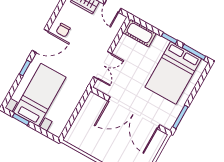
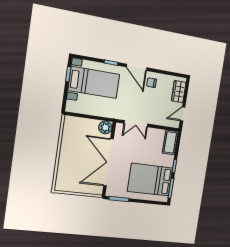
plant: (93, 101) -> (105, 127), added

